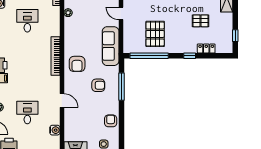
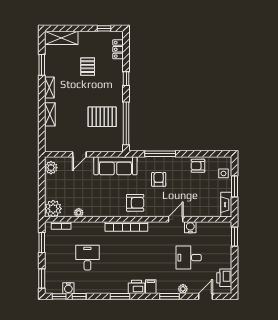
desk: (27, 21) -> (87, 258), turned 90
locker: (206, 48) -> (118, 49), moved
water cooler: (55, 130) -> (190, 227), moved

